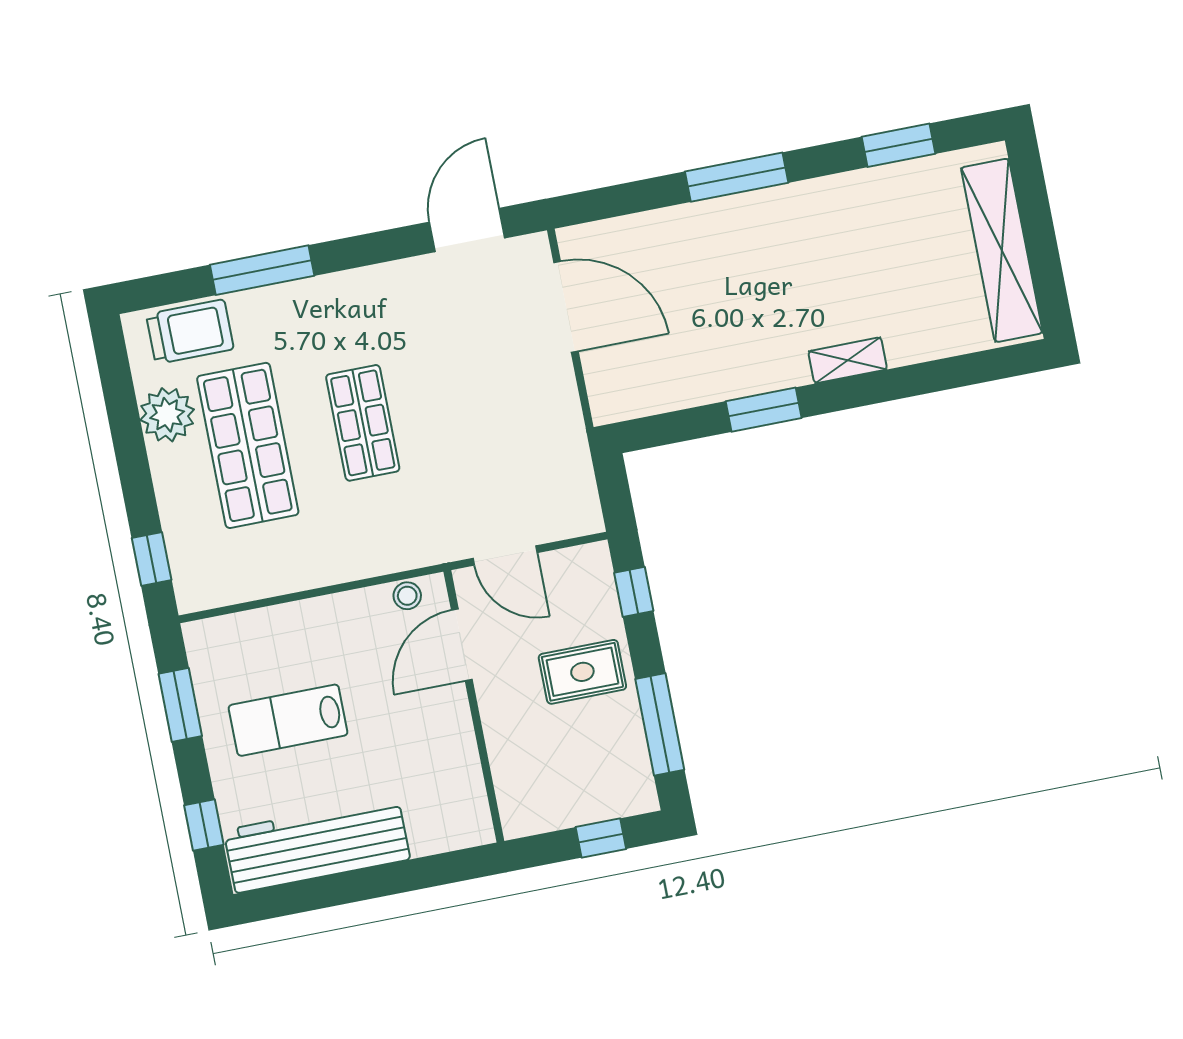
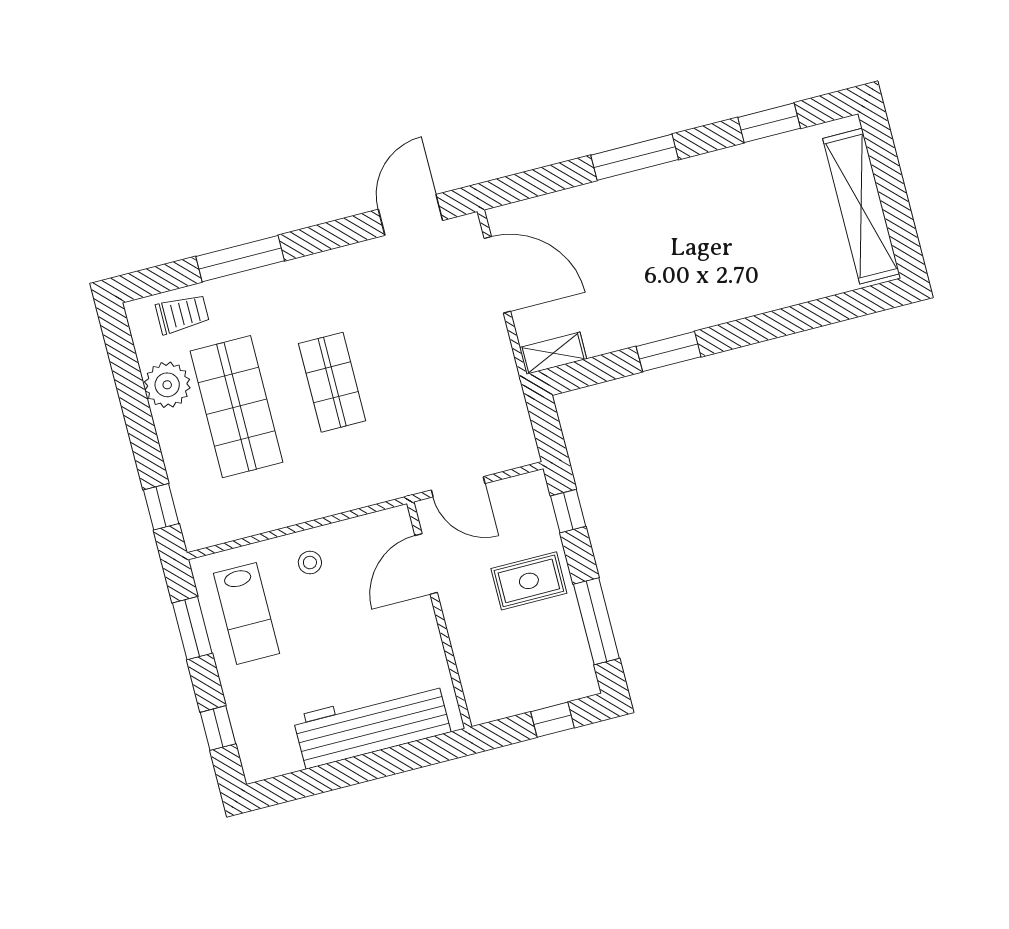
trolley: (190, 332) -> (182, 314), width x0.73, depth x0.72
shelving: (848, 360) -> (553, 353), moved
stool: (407, 596) -> (310, 563), moved
lab bench: (288, 720) -> (247, 613), moved, turned -90
workbench: (317, 845) -> (372, 724), moved

